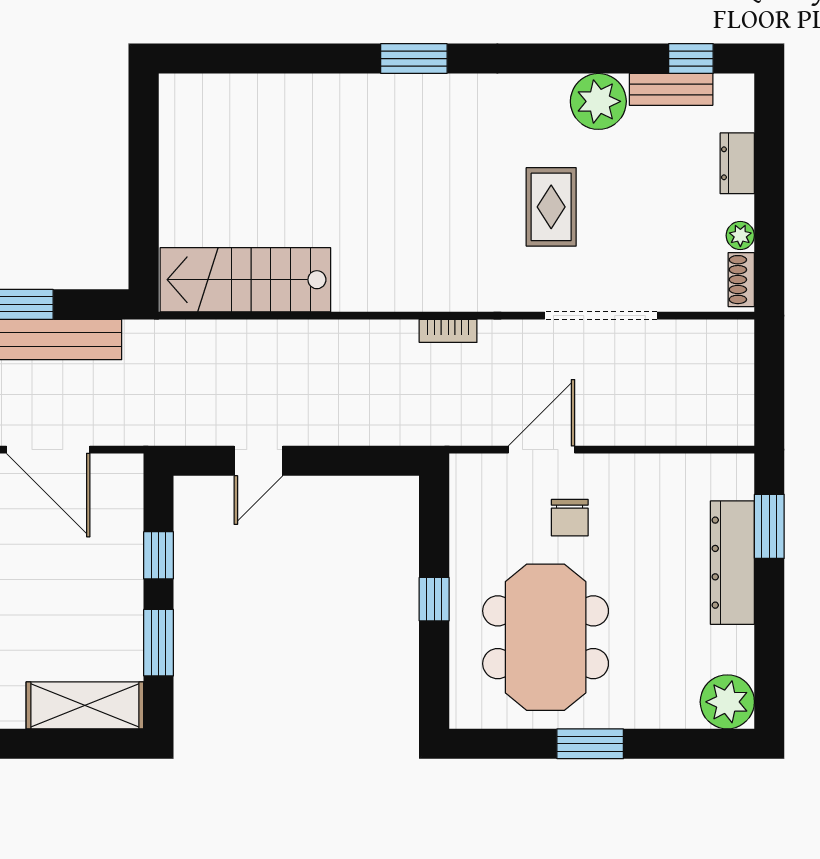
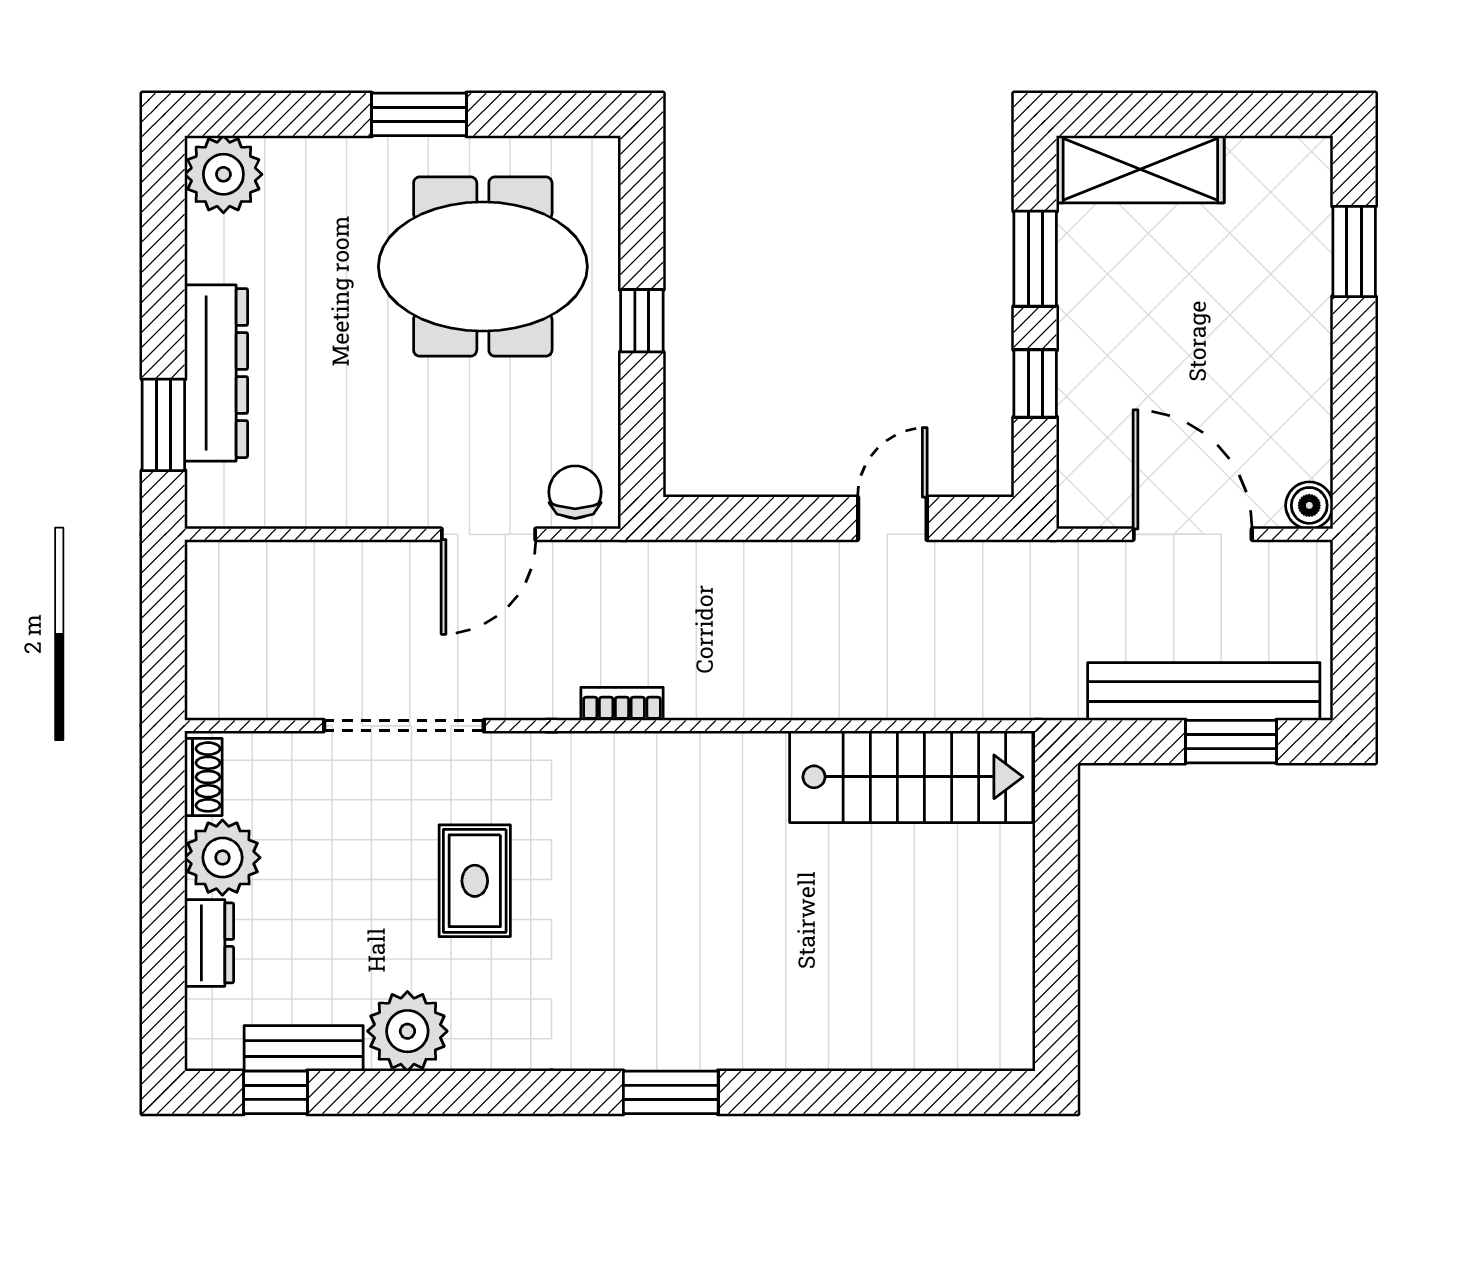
plant: (740, 235) -> (222, 858), width x1.88, depth x1.88
chair: (570, 518) -> (575, 492), moved
meeting table: (546, 637) -> (483, 267), turned 90

